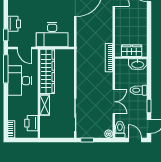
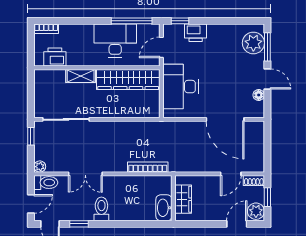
wardrobe: (132, 51) -> (183, 199), moved
wall: (131, 58) -> (173, 198), moved
washbasin: (138, 64) -> (164, 208), moved

